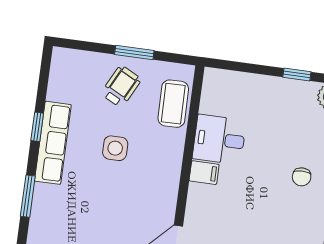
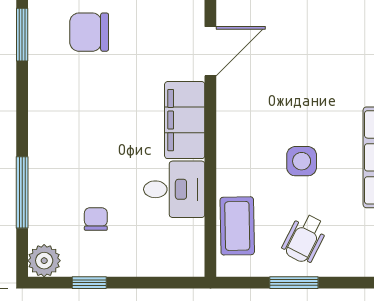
filing cabinet: (204, 173) -> (185, 120), width x3.00, depth x1.17
chair: (302, 177) -> (96, 219), moved

